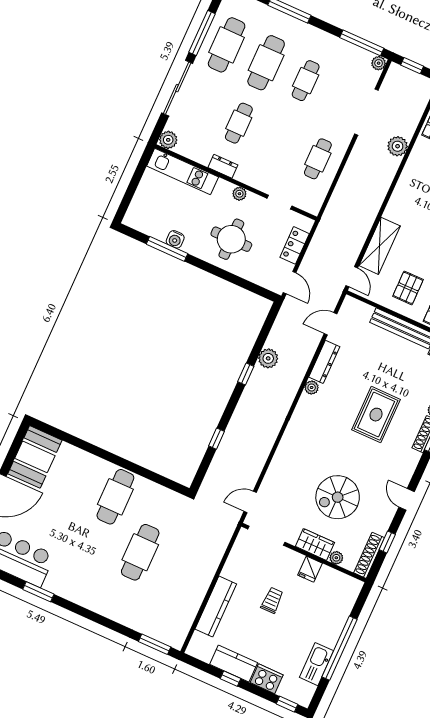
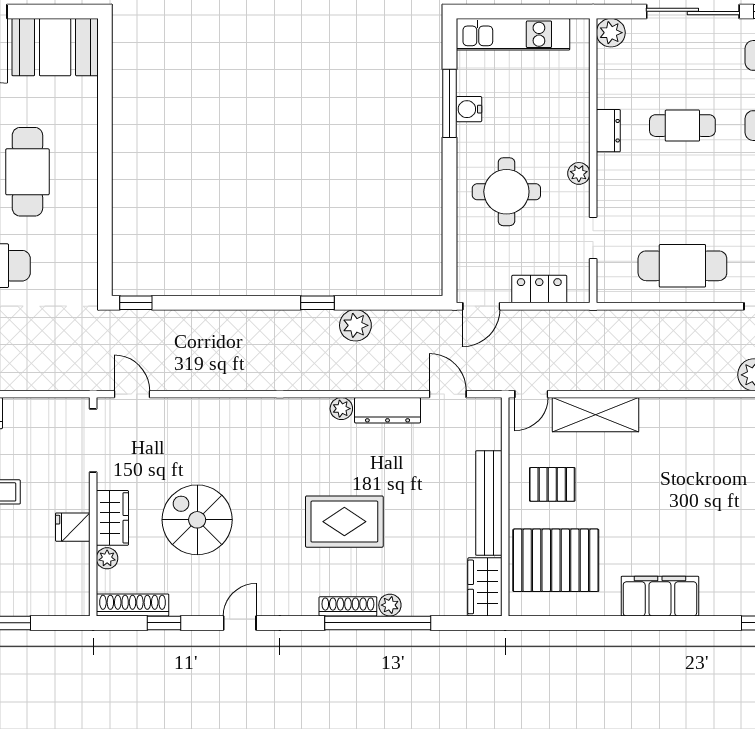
cafe table: (318, 159) -> (682, 266), width x1.37, depth x1.35
kitchen unit: (183, 171) -> (513, 34), moved, turned -90
window: (217, 439) -> (136, 303), moved
cafe table: (115, 497) -> (27, 172), moved, turned 90

